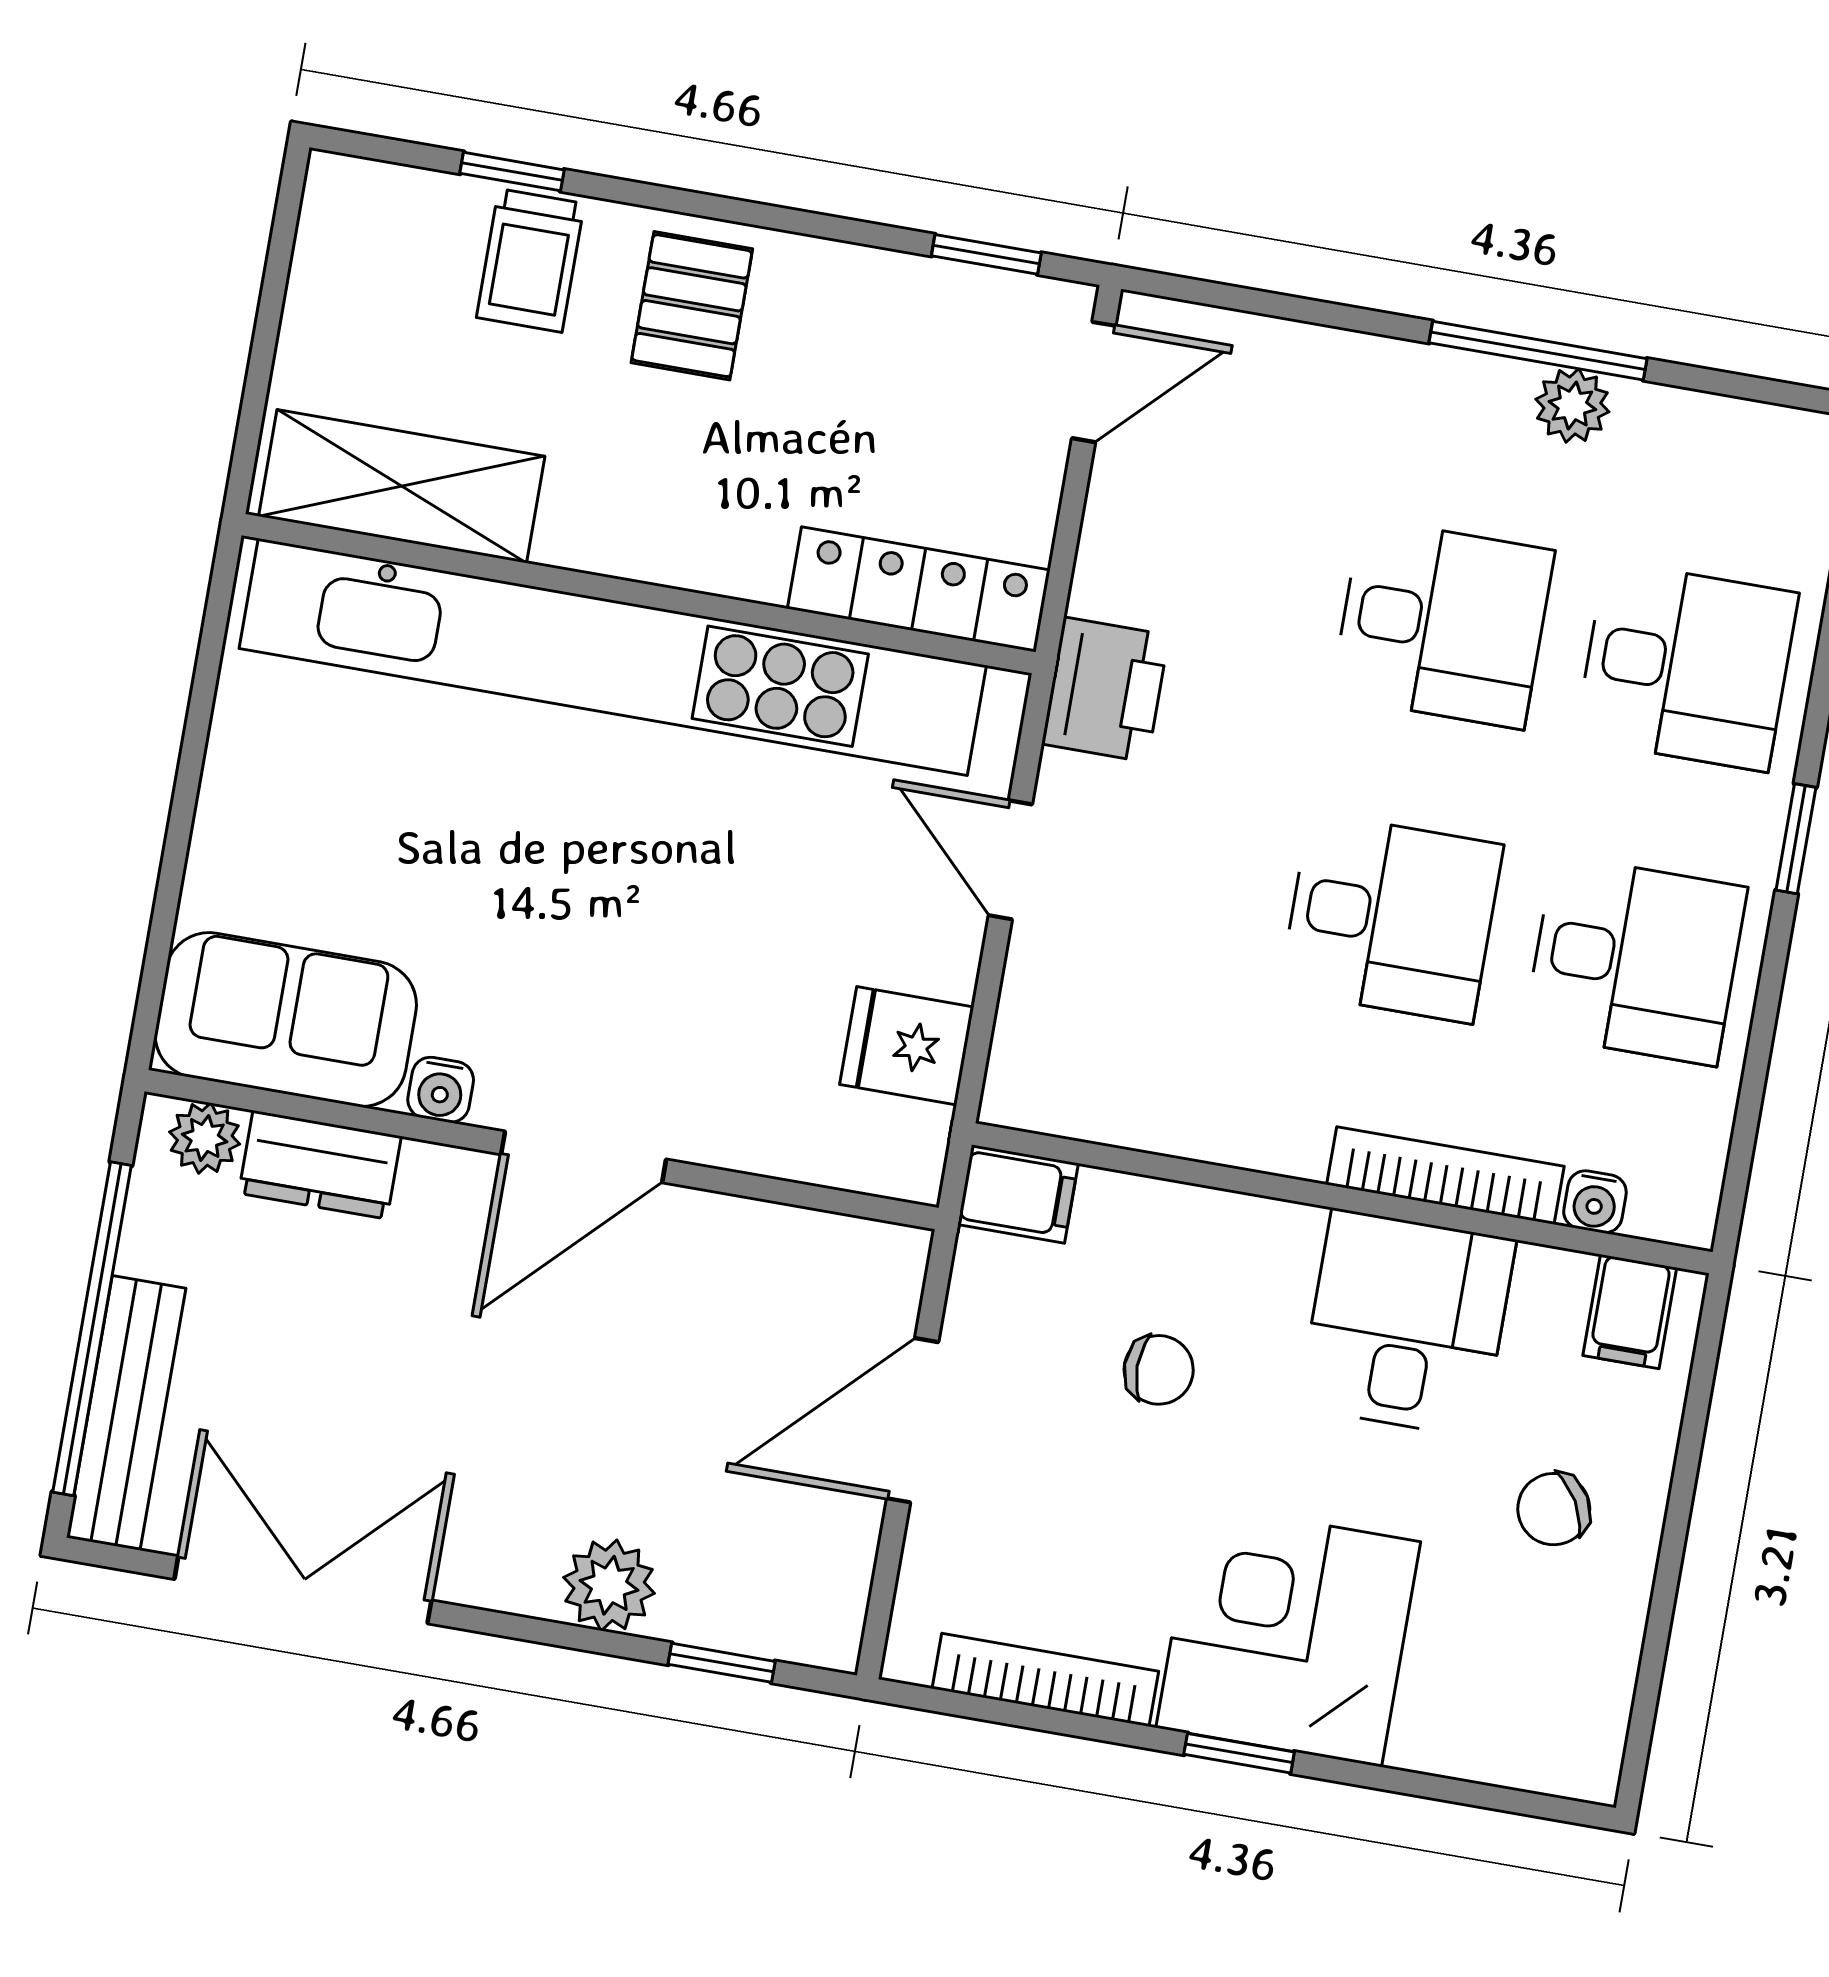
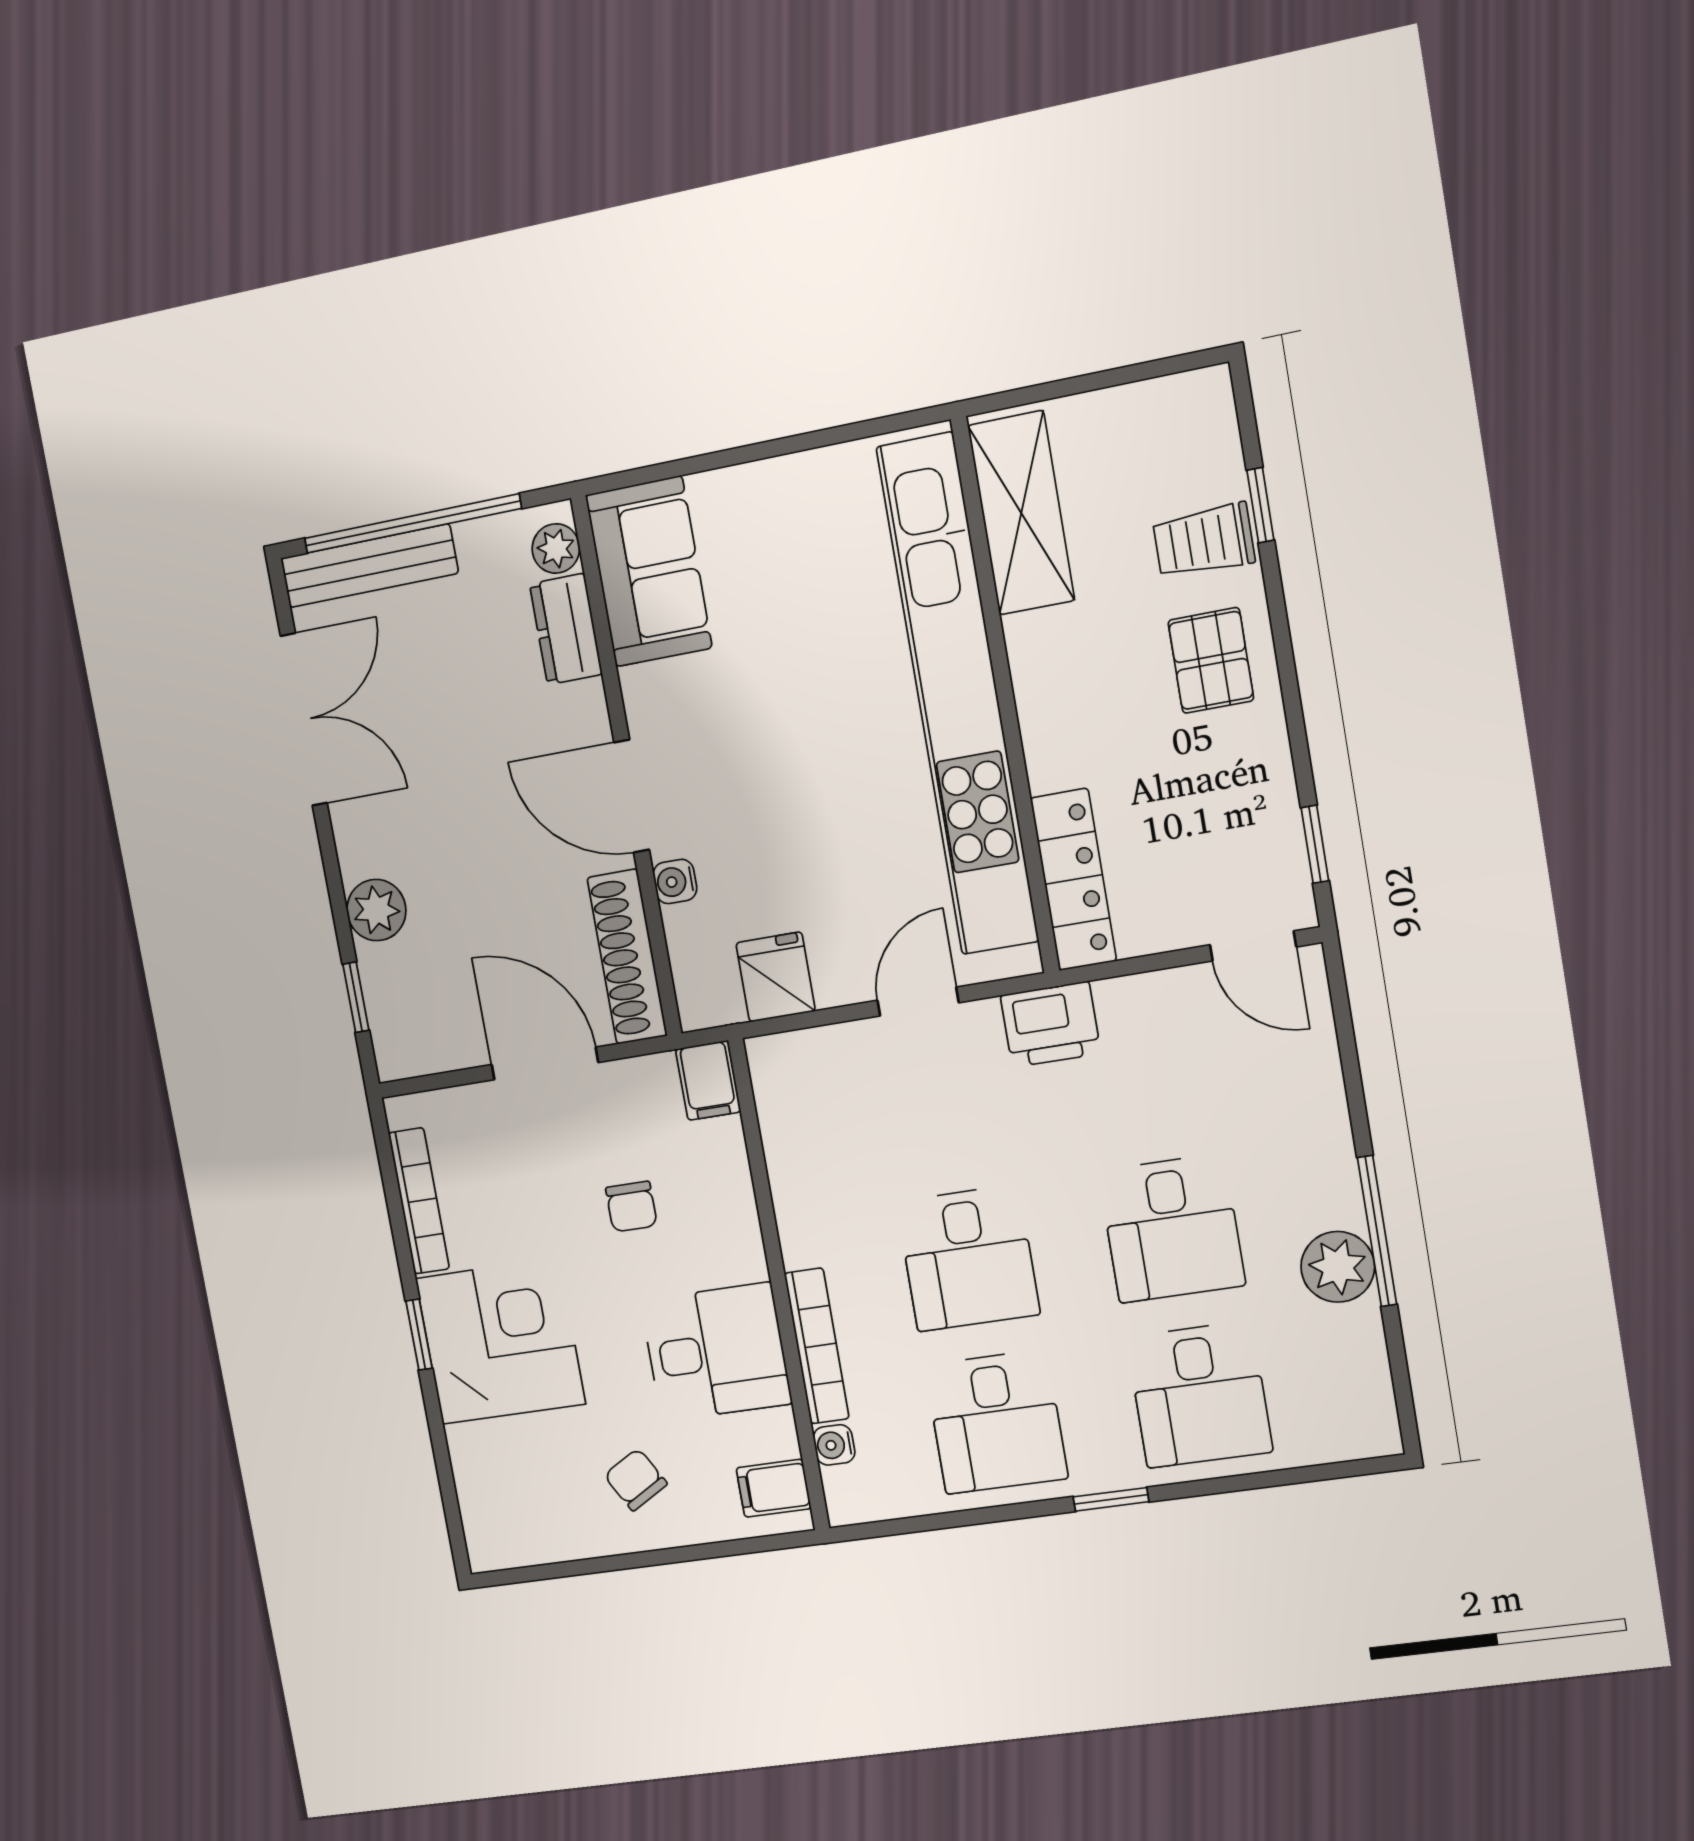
pallet: (692, 306) -> (1211, 660), turned 90
plant: (1572, 406) -> (1338, 1267), width x1.38, depth x1.38
water cooler: (441, 1090) -> (675, 881), moved
shoe rack: (804, 1246) -> (627, 957), added

